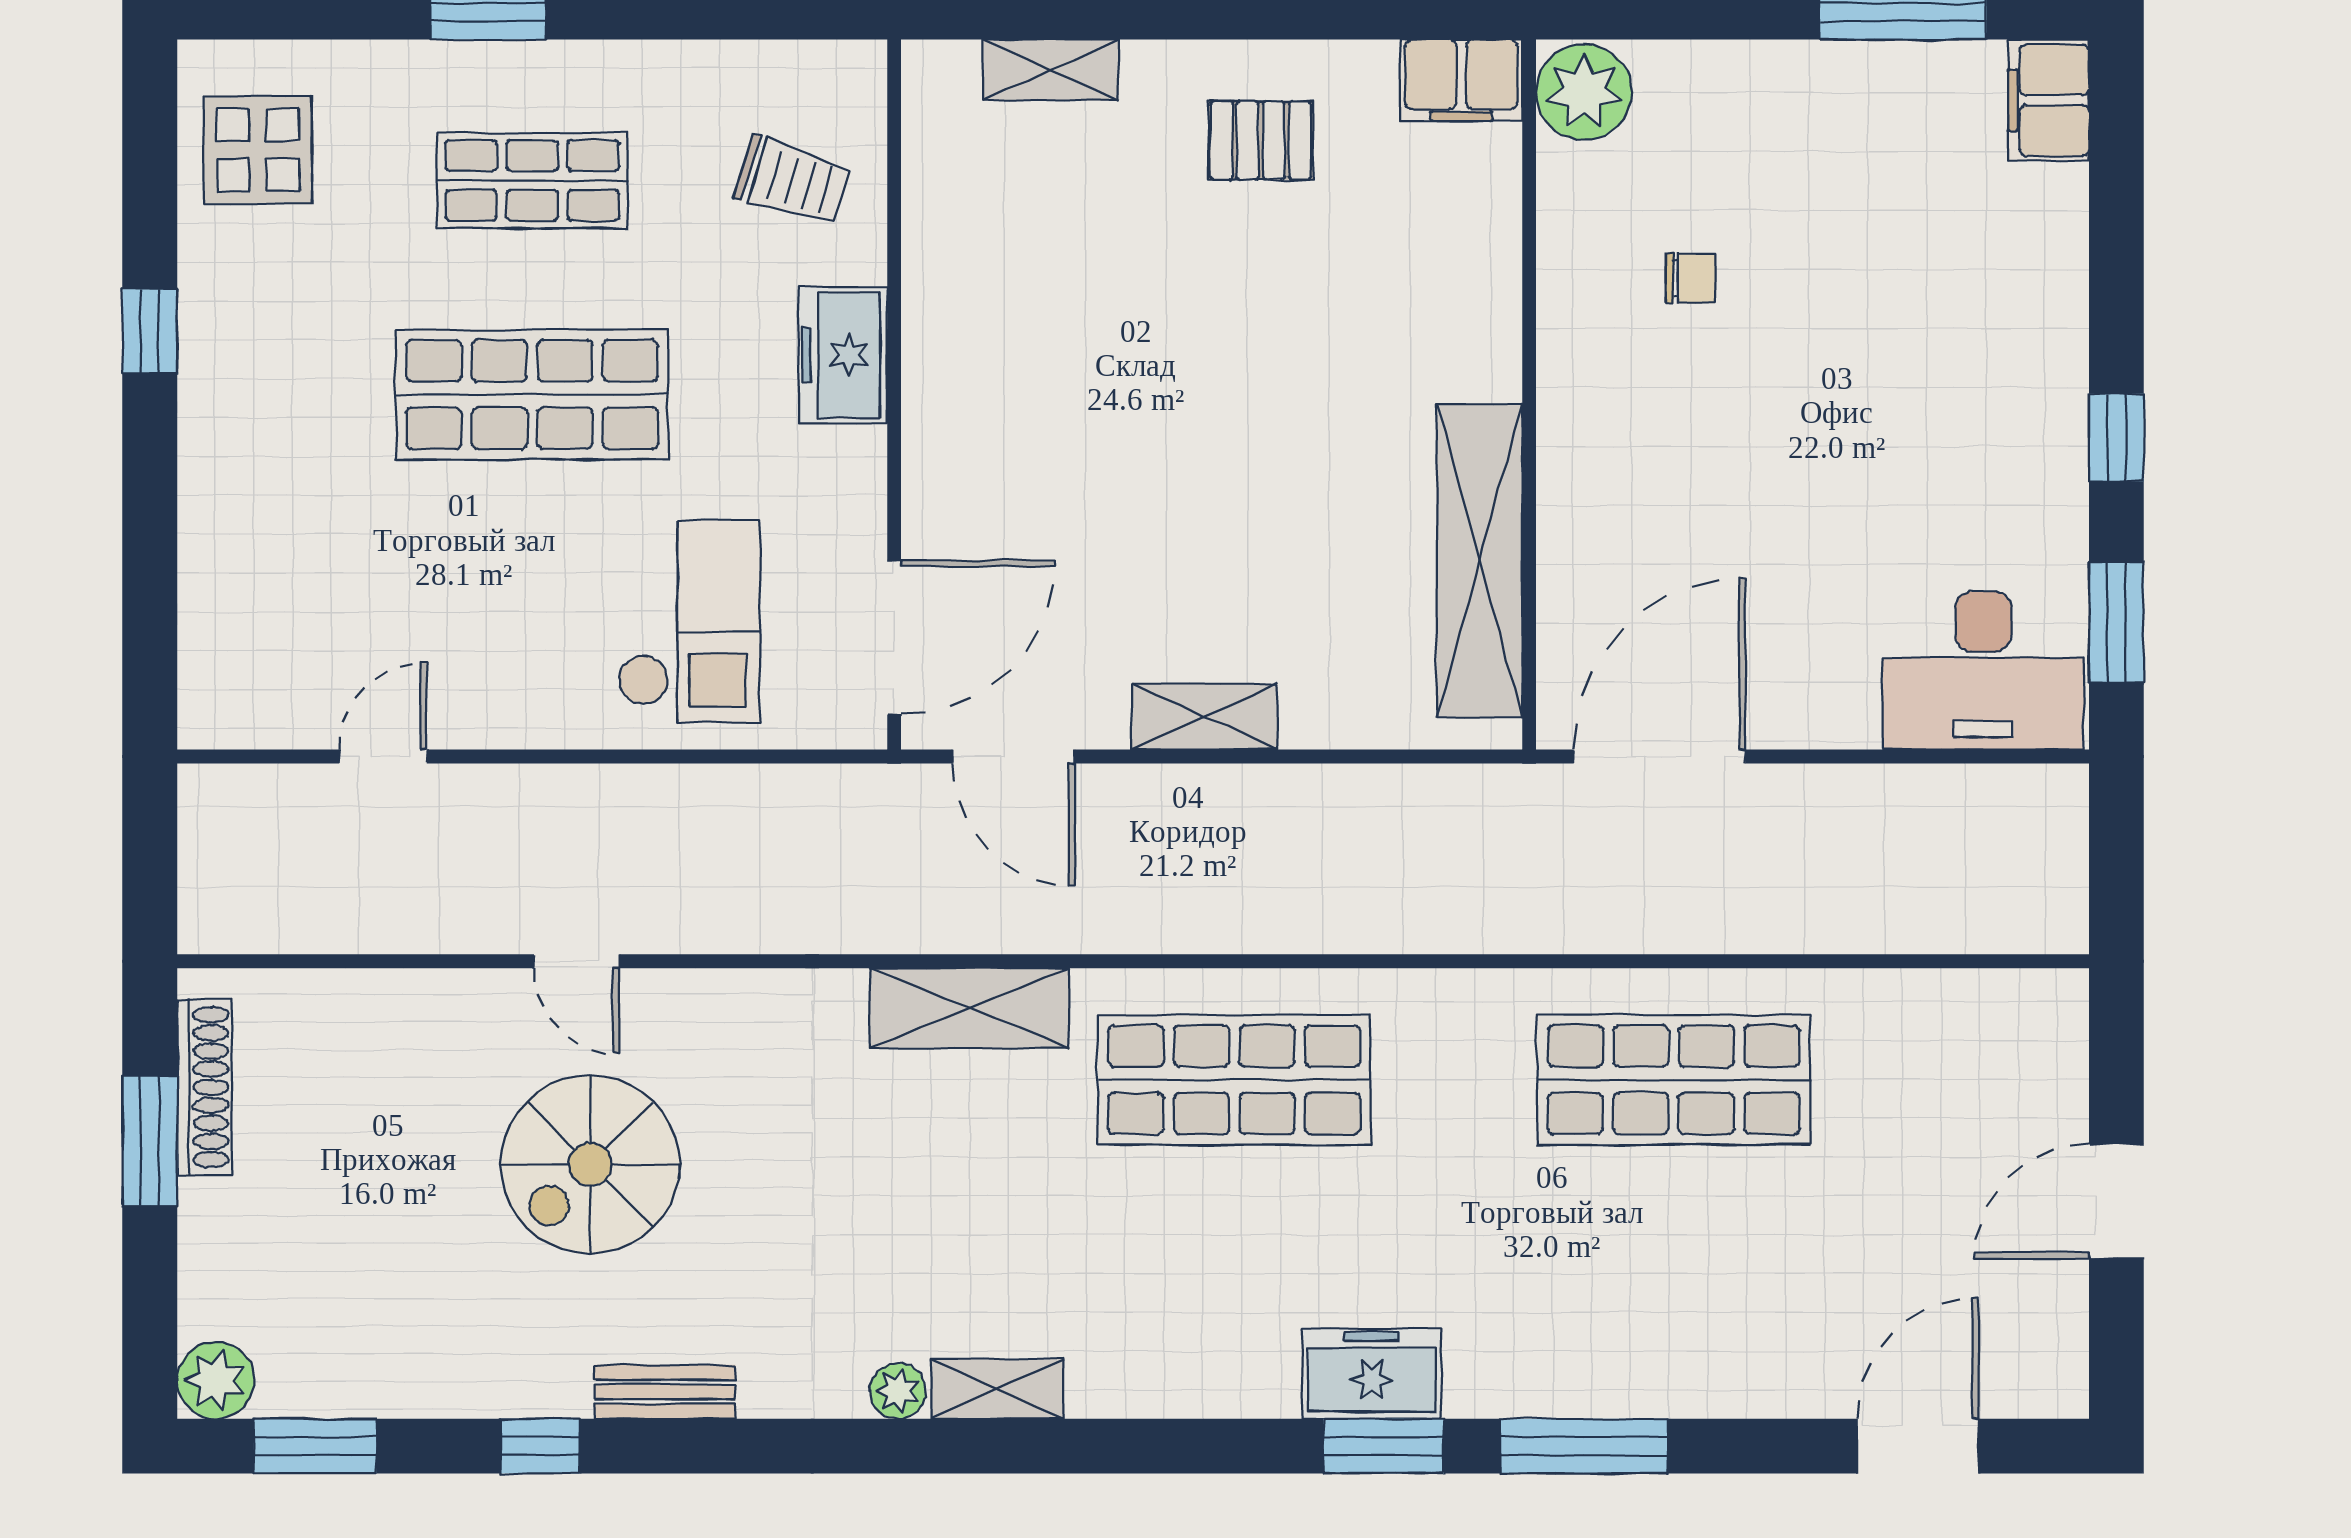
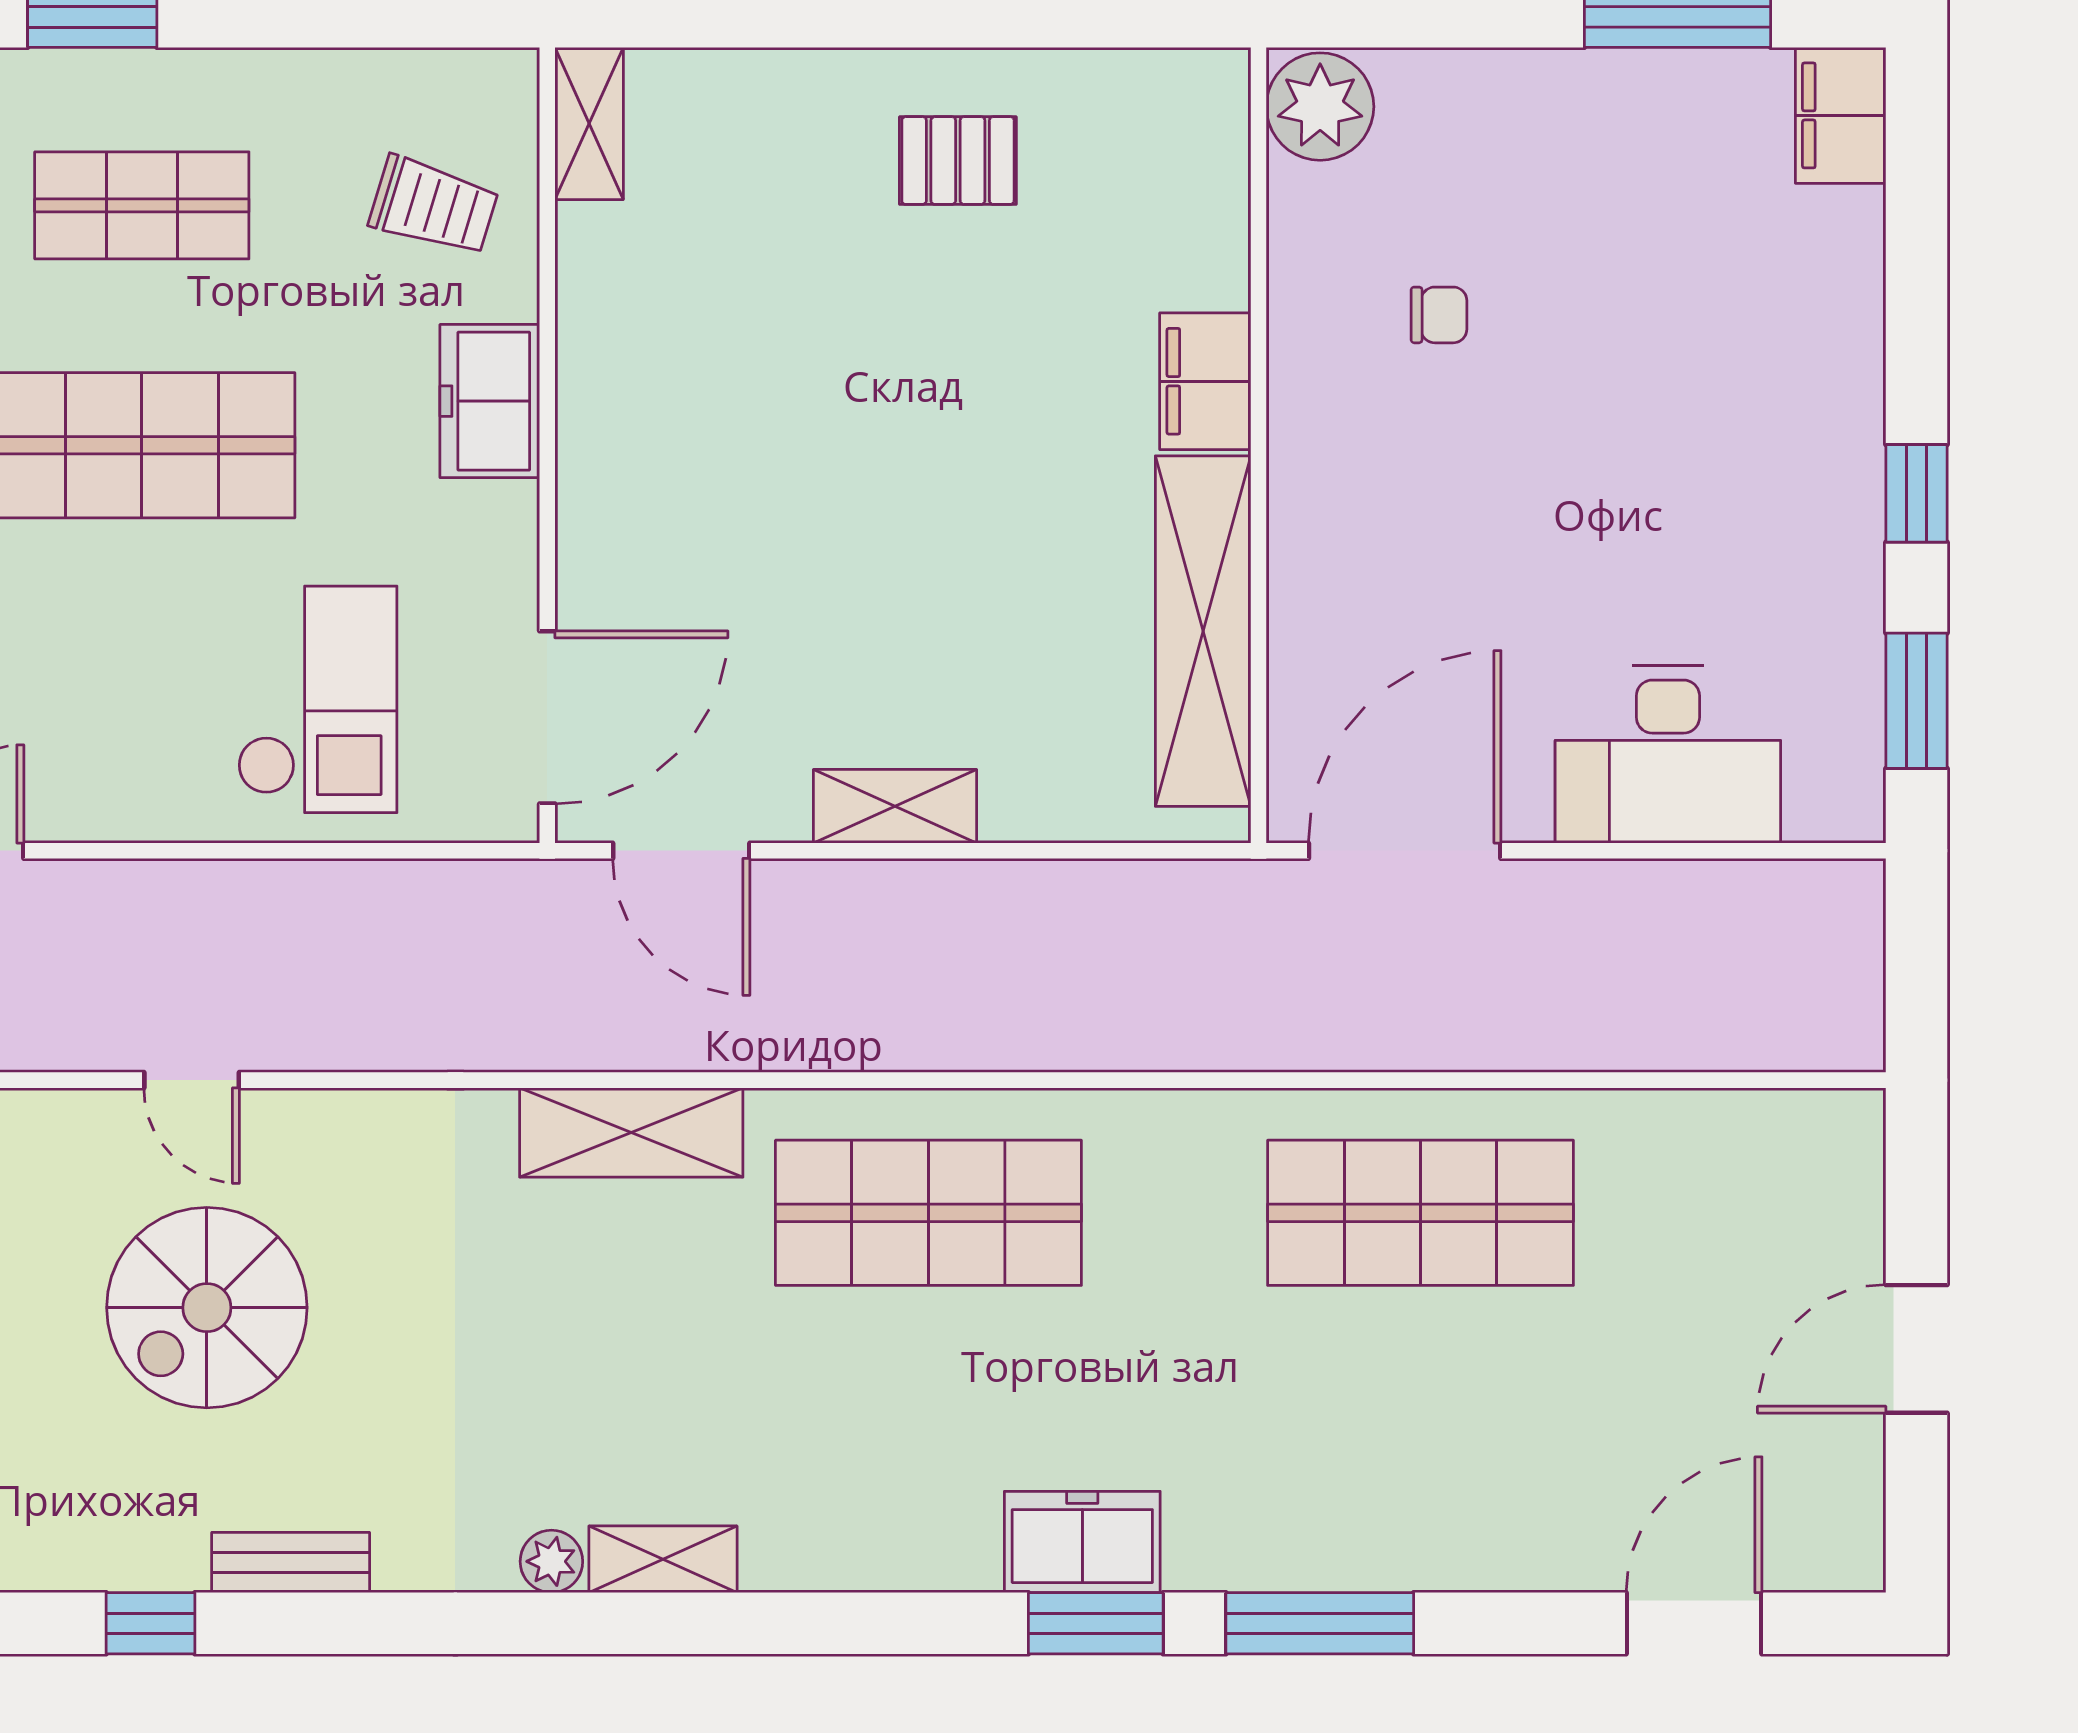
shelving: (1051, 70) -> (589, 124), moved, turned 90
filing cabinet: (1461, 80) -> (1205, 381), moved, turned 90
desk: (1983, 671) -> (1668, 754), moved

